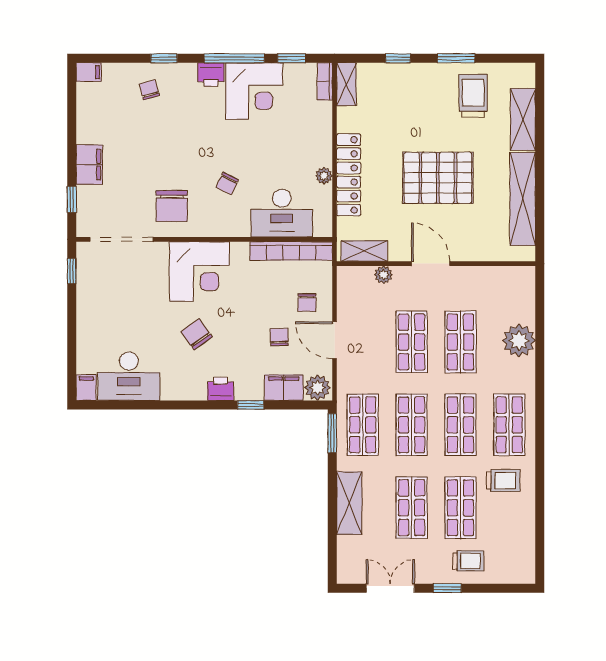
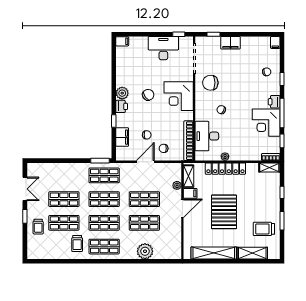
trolley: (473, 96) -> (264, 229), turned 180
filing cabinet: (400, 248) -> (190, 193), added
desk: (129, 376) -> (163, 48), moved, turned 90
plant: (318, 388) -> (122, 93), moved
shelving: (349, 503) -> (66, 169), removed

